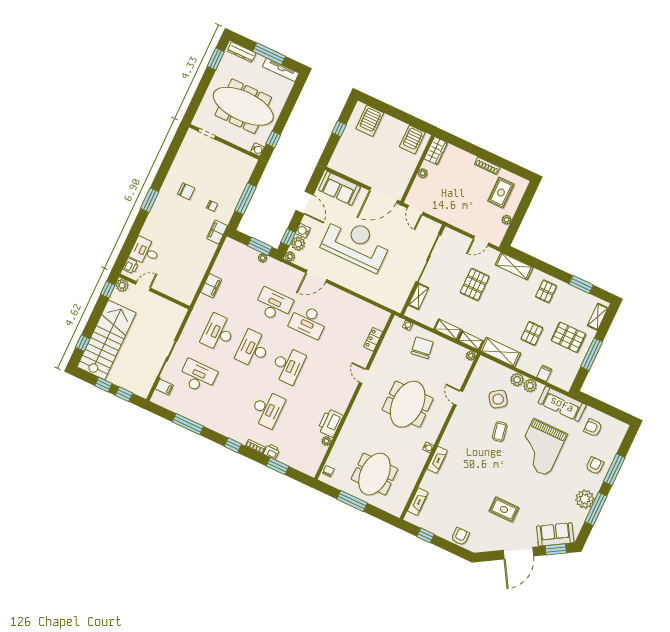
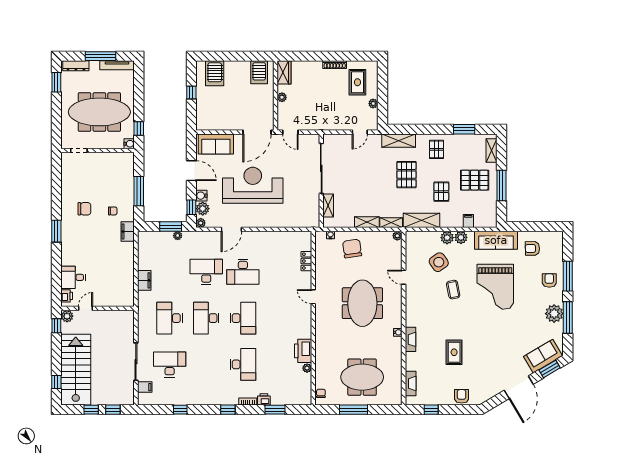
pallet: (475, 284) -> (407, 175), moved
window: (188, 424) -> (180, 410), width x0.46
meeting table: (374, 474) -> (362, 377), turned 90
rug: (504, 509) -> (454, 352), moved, turned 90

